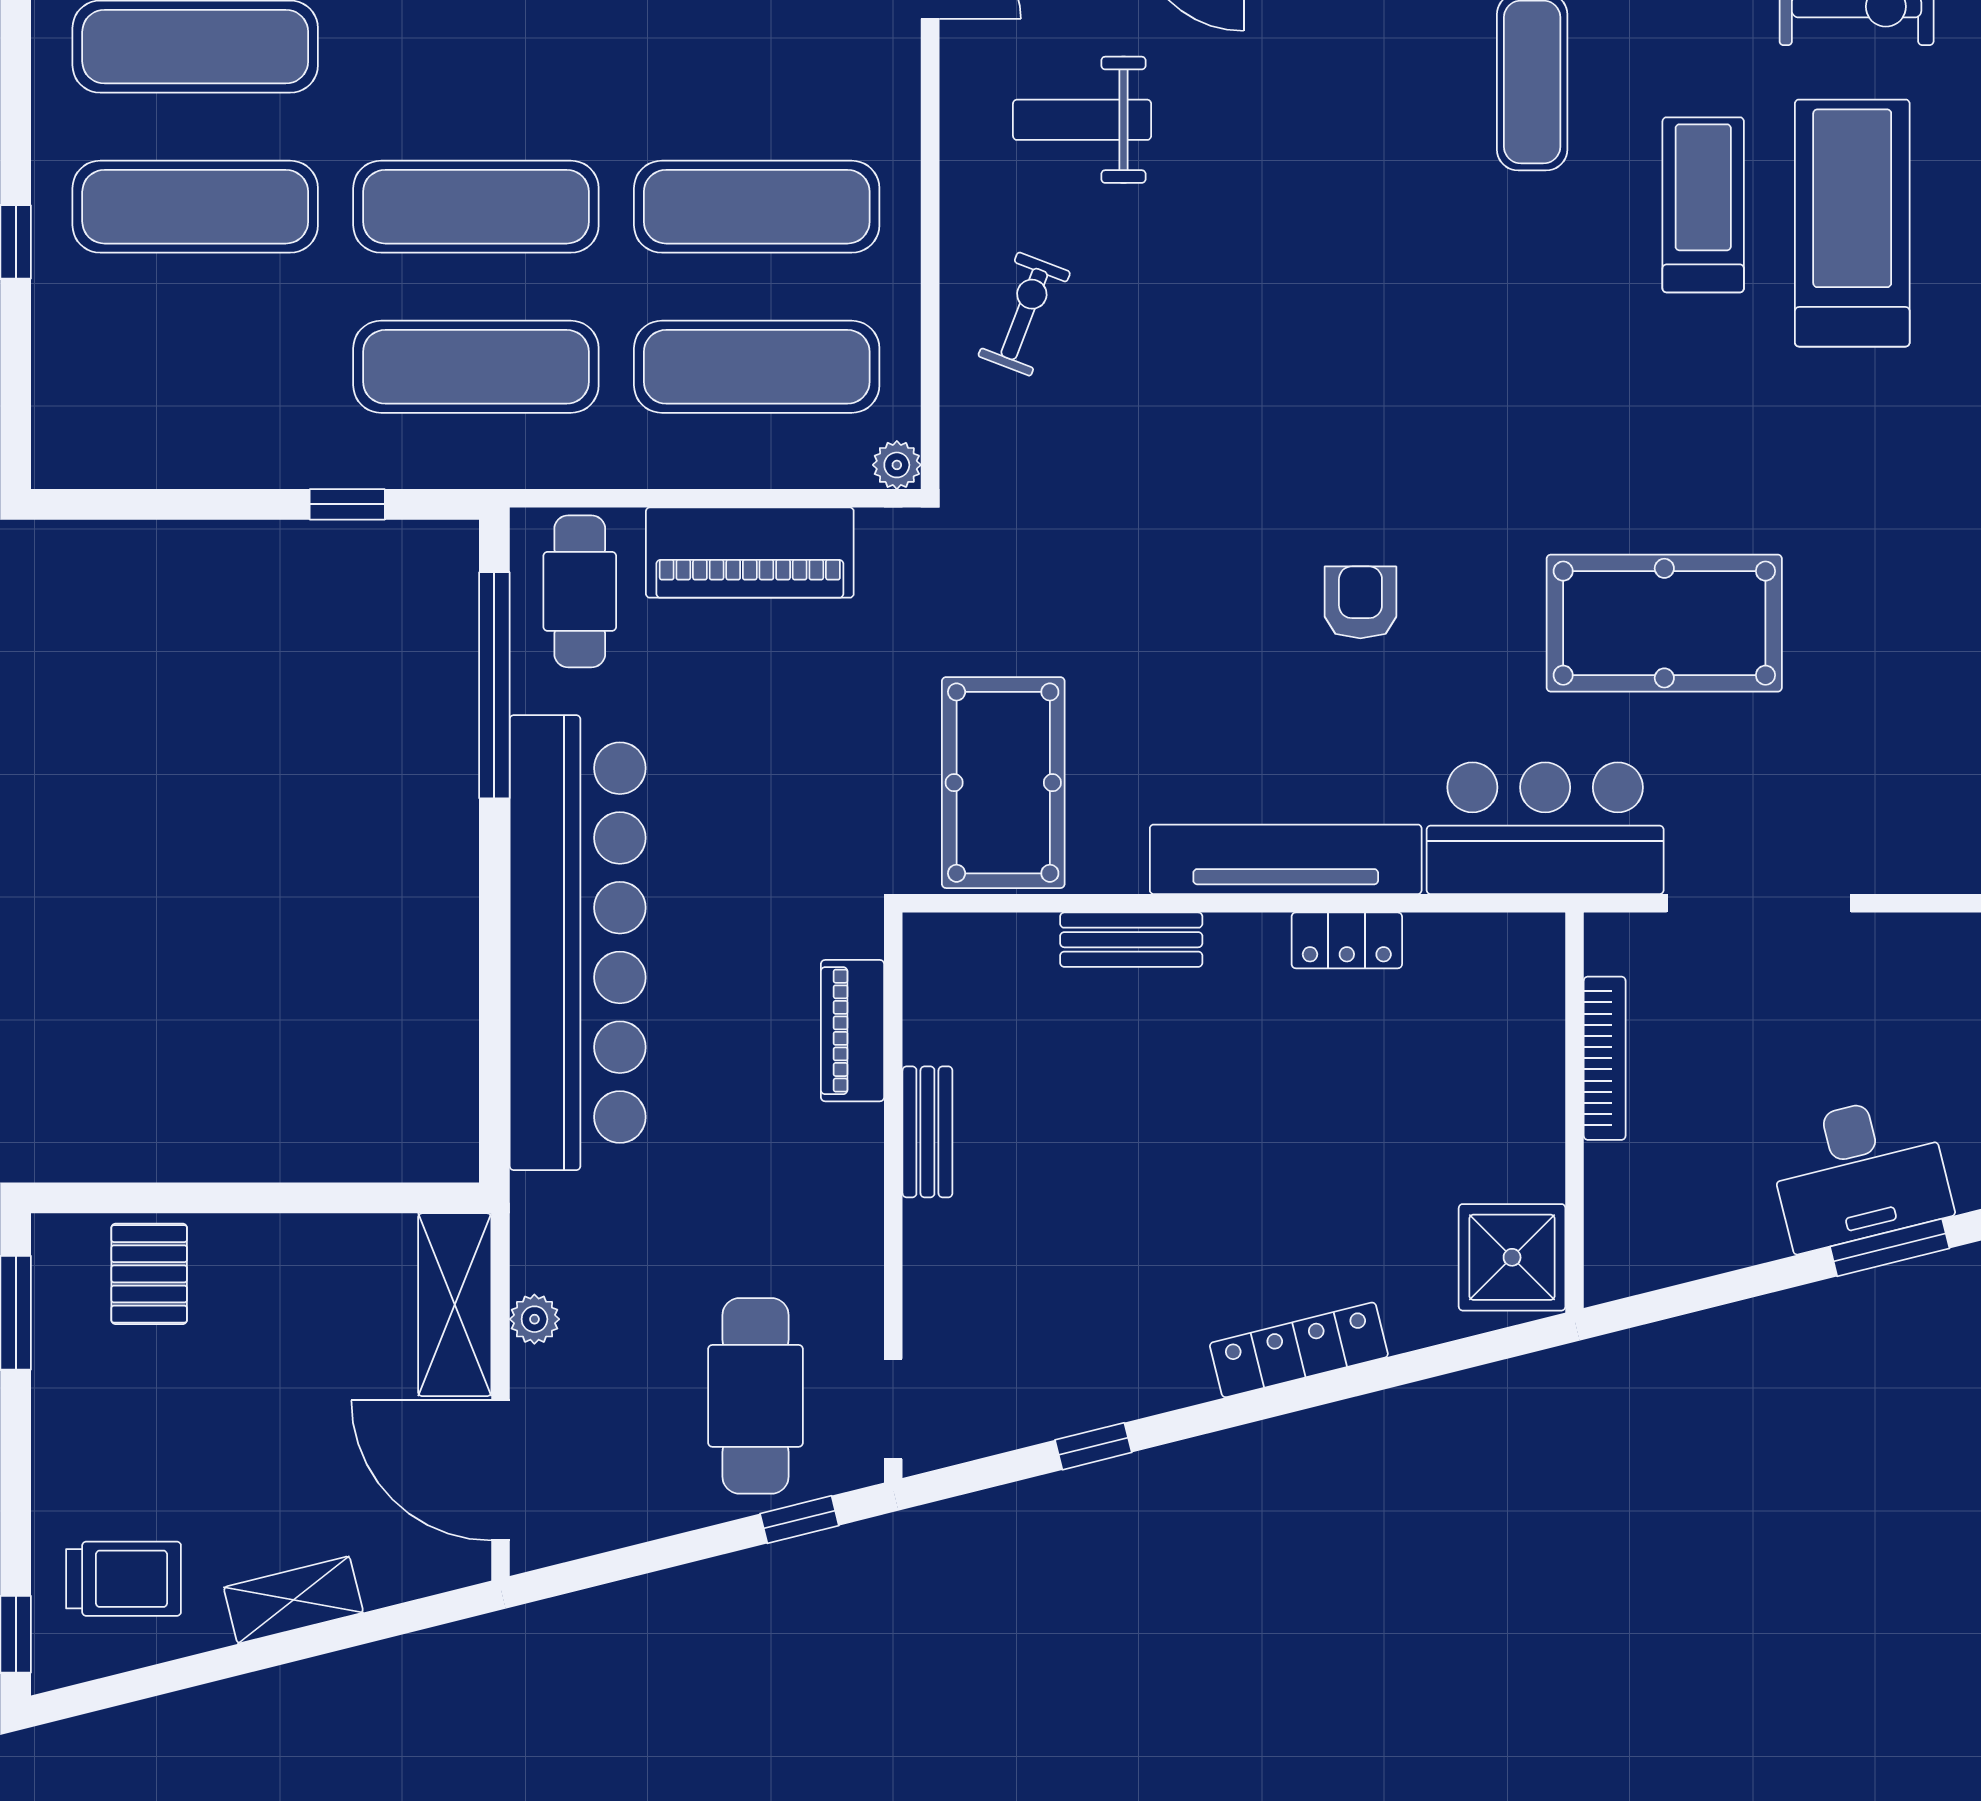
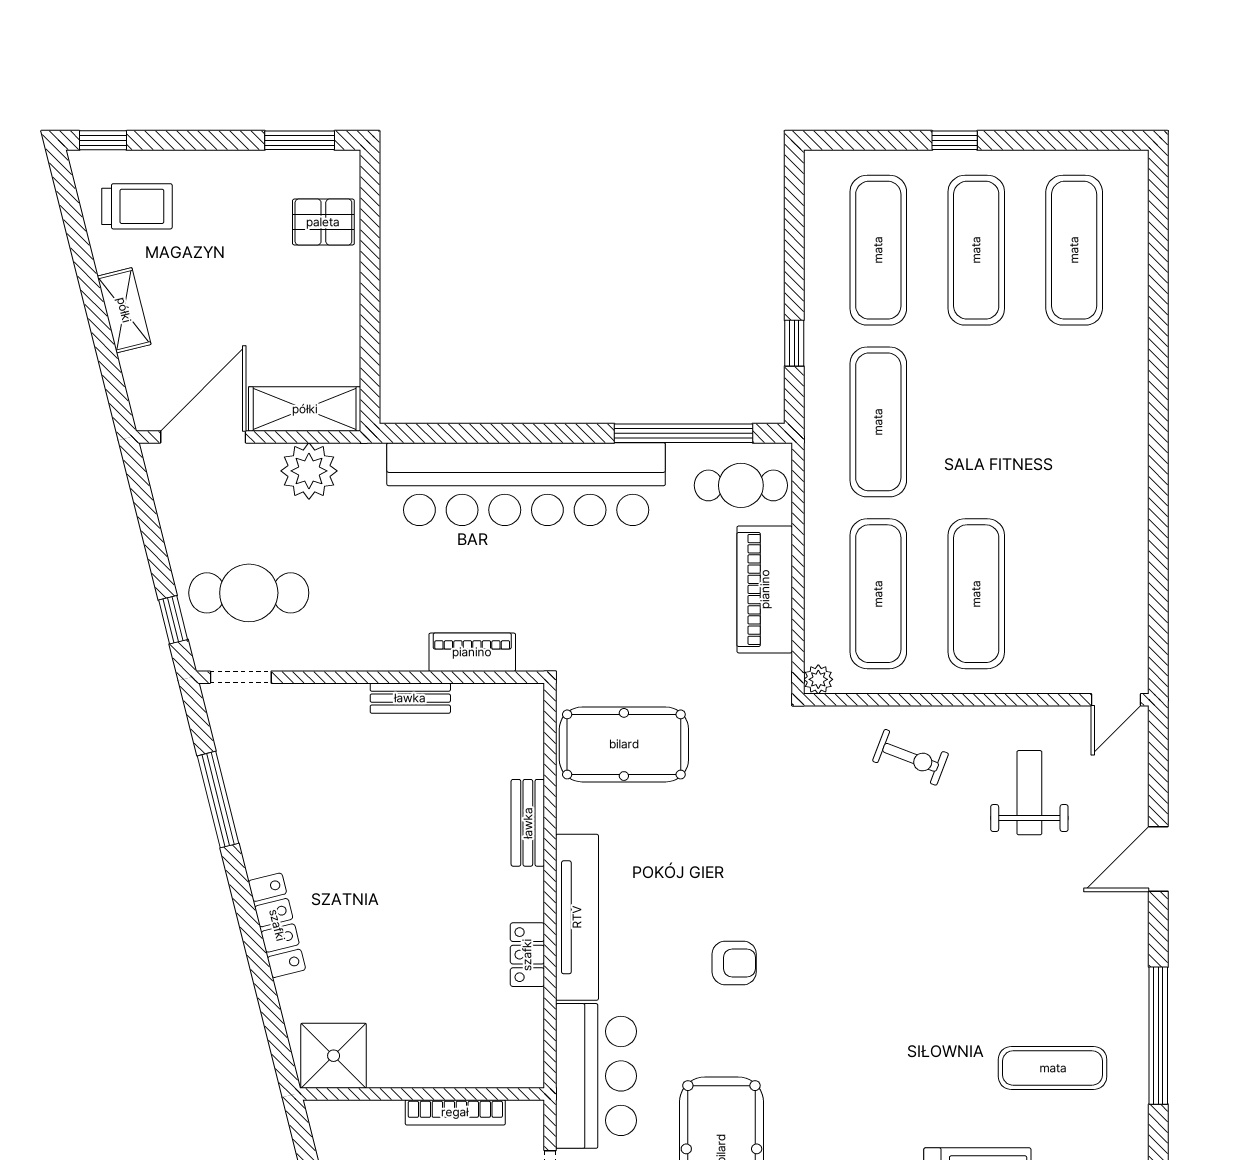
exercise mat: (476, 207) -> (878, 250), moved
plant: (534, 1319) -> (309, 471), width x1.88, depth x1.88
window: (1093, 1446) -> (218, 800), width x2.17
trolley: (124, 1579) -> (137, 206), turned -90

